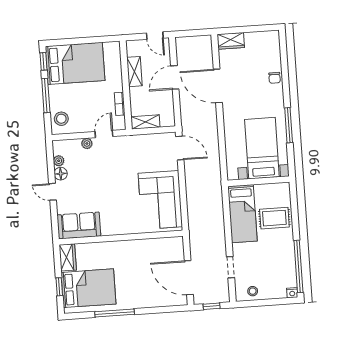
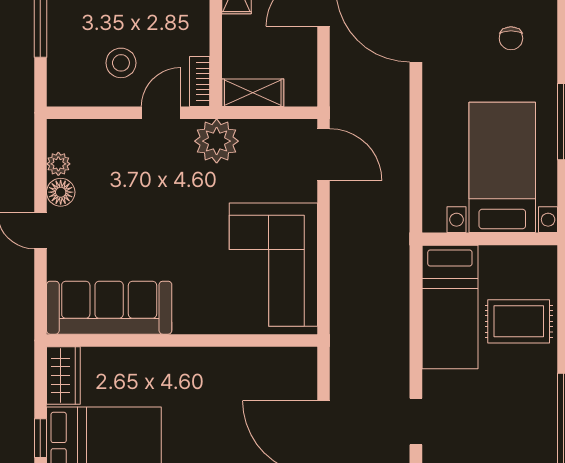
chair: (275, 78) -> (511, 38), moved
bookcase: (120, 104) -> (200, 81), moved
stool: (61, 119) -> (121, 63), moved
plant: (87, 143) -> (217, 141), moved, width x1.88, depth x1.88
sofa: (79, 225) -> (109, 308), width x1.36

